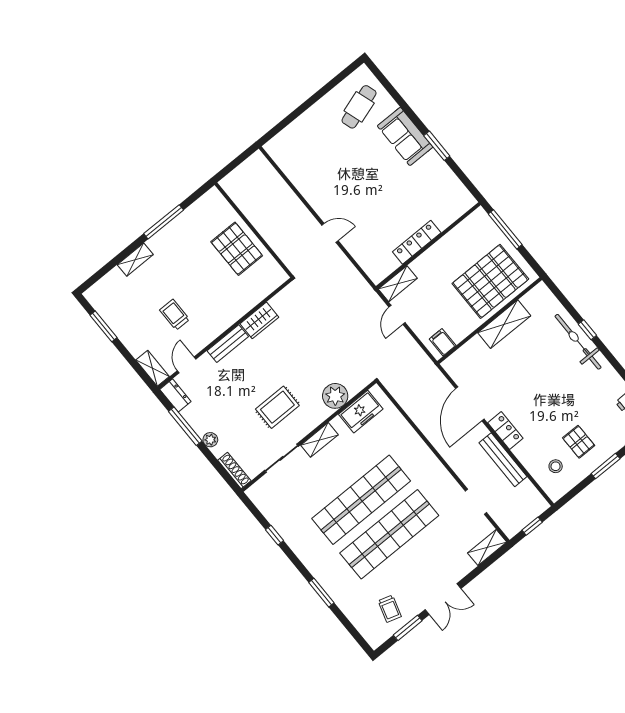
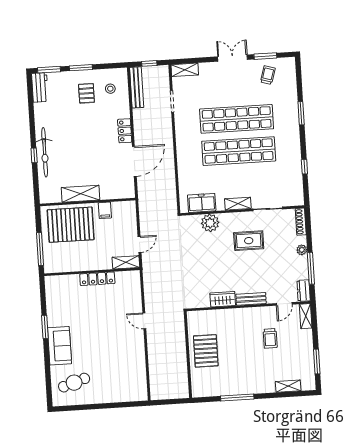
shelving: (135, 260) -> (288, 386), moved
filing cabinet: (443, 342) -> (105, 210), moved
bench: (503, 460) -> (137, 87), moved

